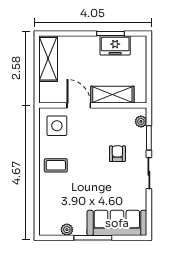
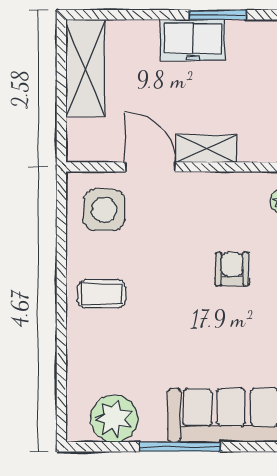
freezer: (115, 45) -> (193, 40), moved
shelving: (112, 95) -> (206, 149), width x0.67, depth x0.75
plant: (67, 230) -> (114, 419), width x1.88, depth x1.88

